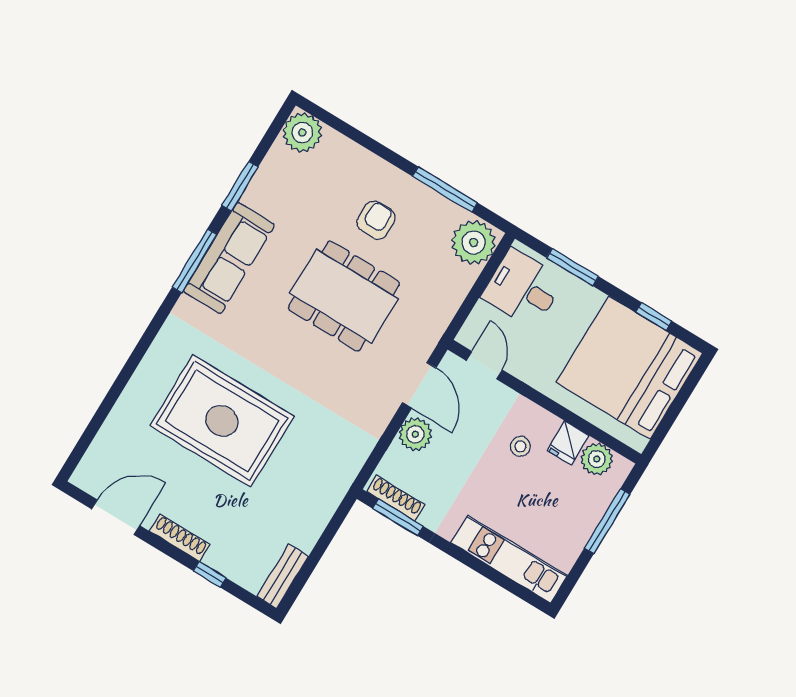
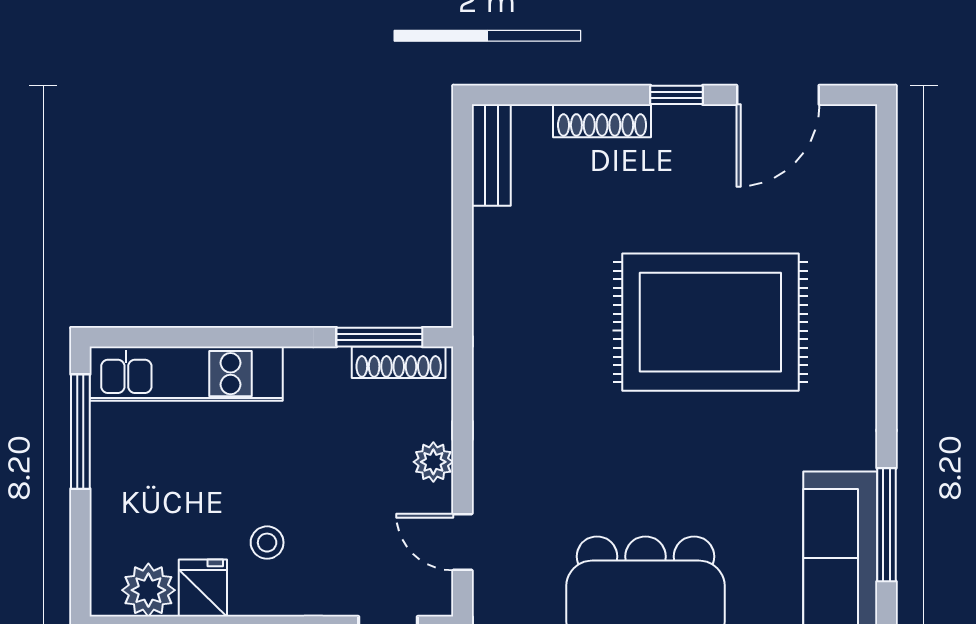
door: (419, 385) -> (462, 542), width x0.73
plant: (415, 434) -> (433, 462), width x0.73, depth x0.73
window: (607, 521) -> (80, 432), moved
shoe rack: (180, 538) -> (602, 121), moved
window: (210, 574) -> (677, 95), moved

